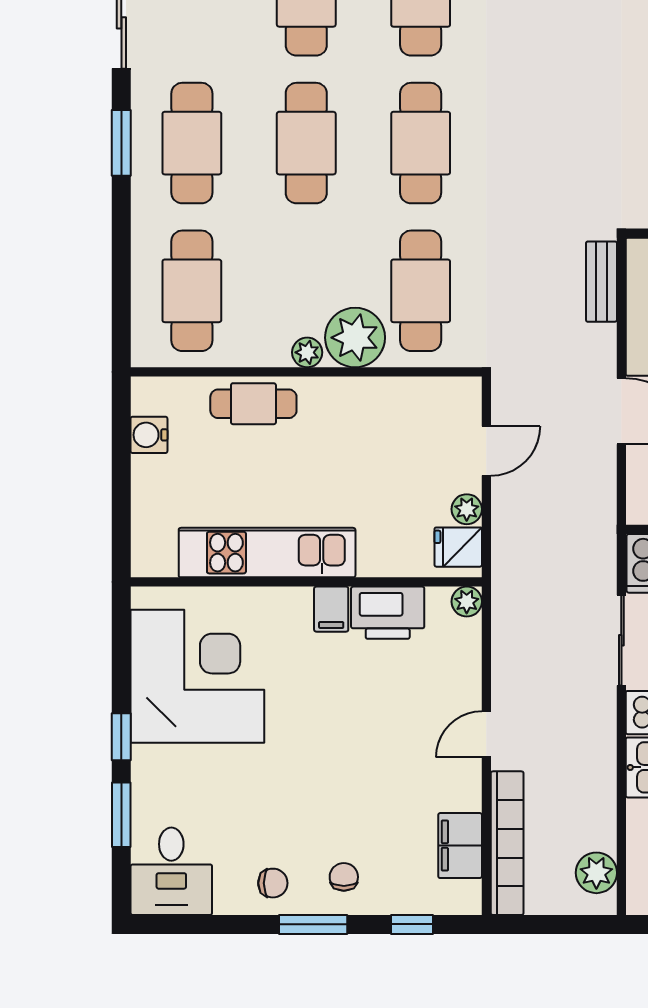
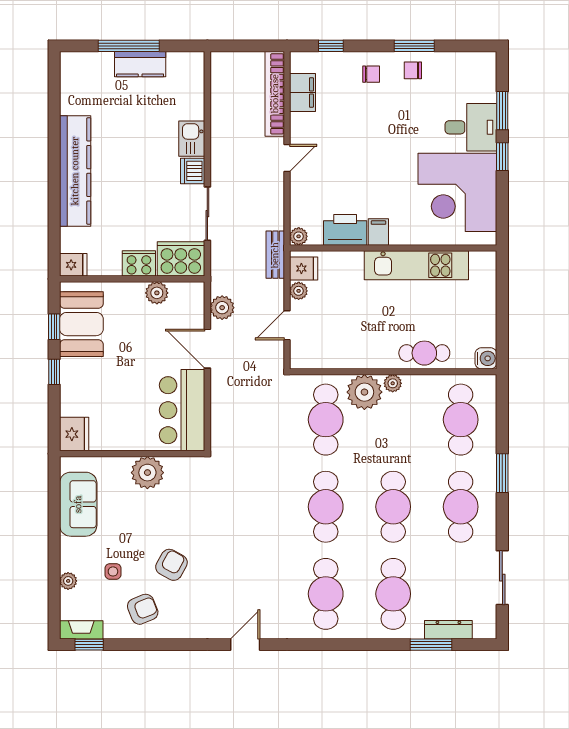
window: (121, 143) -> (502, 473), moved
bench: (601, 282) -> (275, 255), moved
water cooler: (149, 435) -> (486, 358), moved
desk: (171, 871) -> (471, 127), moved, turned 90
plant: (596, 873) -> (222, 308), moved
chair: (344, 877) -> (371, 74), turned -90
window: (313, 924) -> (414, 46), moved

